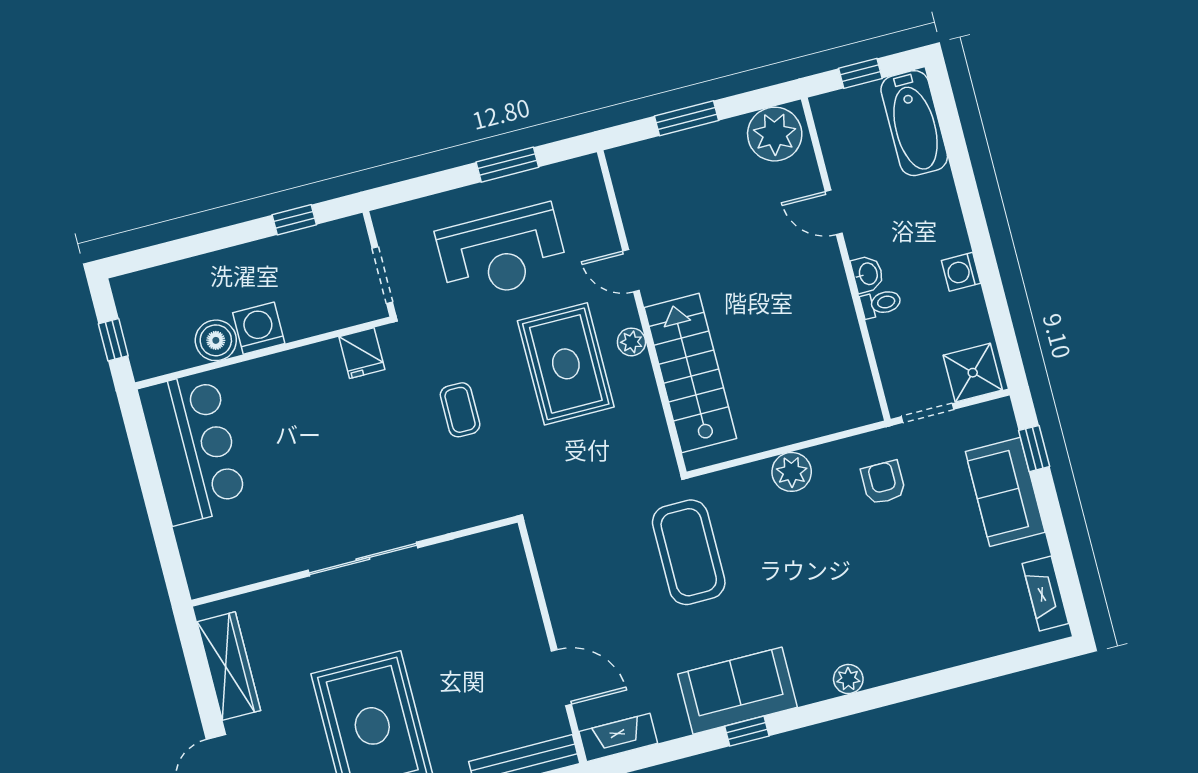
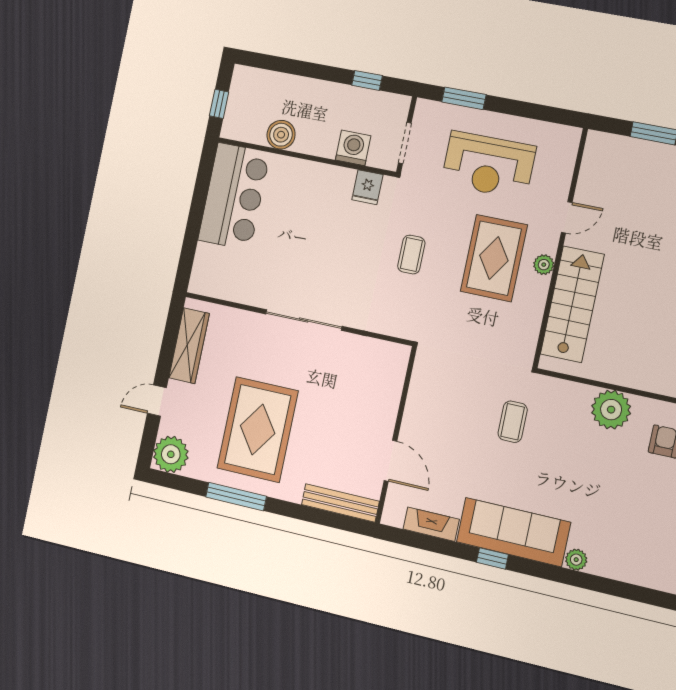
window: (507, 165) -> (464, 98), moved
door: (631, 271) -> (567, 217), swing flipped
washing machine: (259, 328) -> (353, 148), moved
plant: (792, 472) -> (611, 410), width x1.36, depth x1.36
coffee table: (689, 552) -> (513, 422), width x0.54, depth x0.58
sofa: (737, 691) -> (513, 532), width x1.36
fireplace: (618, 737) -> (431, 524), moved

